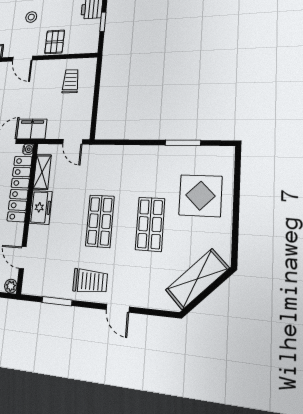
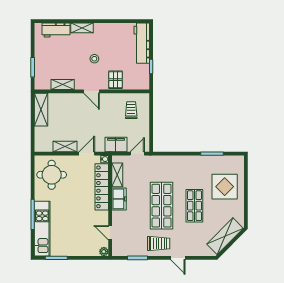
filing cabinet: (32, 129) -> (116, 145), moved
door: (73, 142) -> (137, 154), swing flipped
shop shelf: (100, 221) -> (162, 206), width x1.43, depth x1.36

